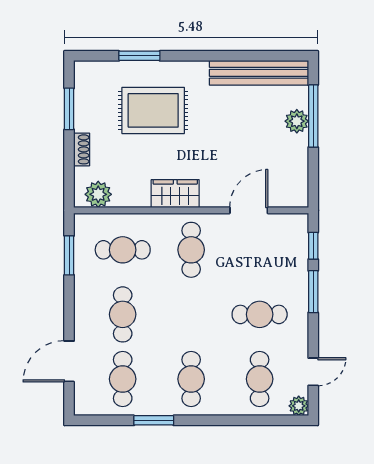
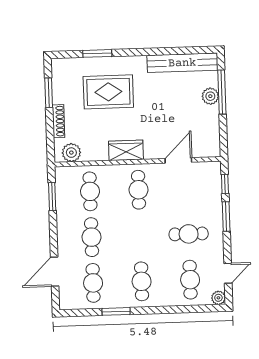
shoe rack: (82, 149) -> (59, 121), width x1.43
cafe table: (123, 250) -> (90, 191), turned 90

